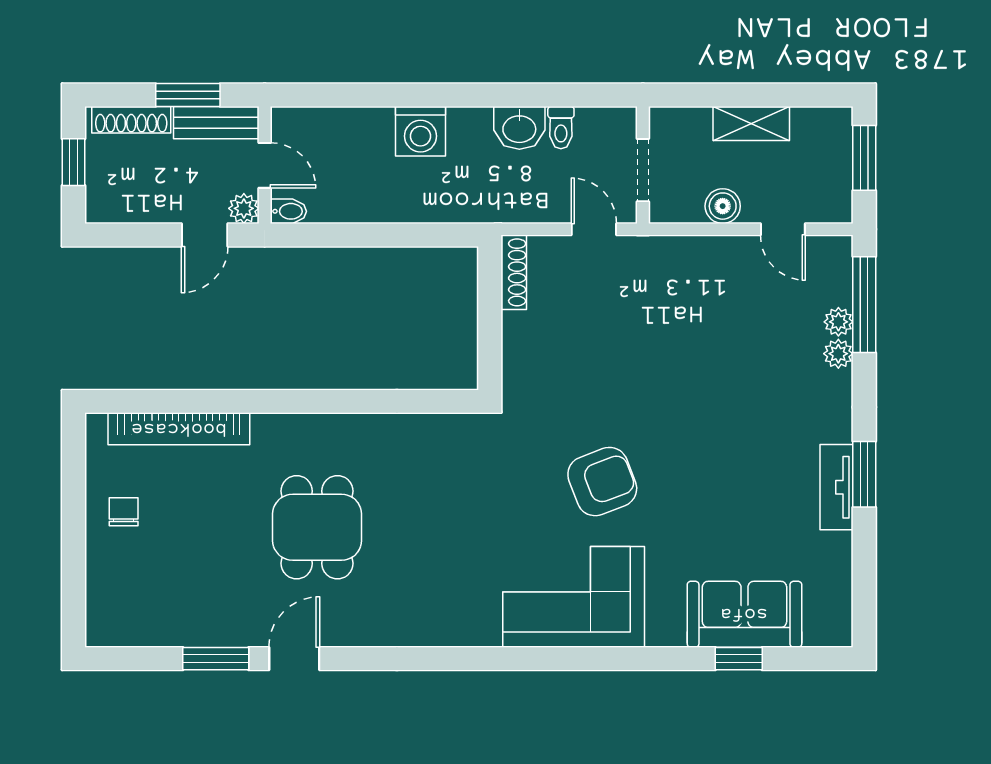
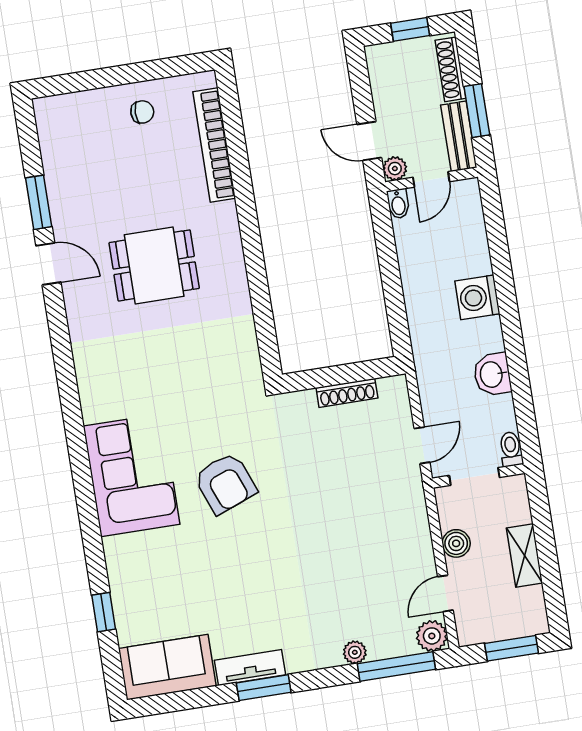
toilet: (561, 128) -> (511, 449), moved, turned 90
shoe rack: (514, 272) -> (347, 393), moved
plant: (838, 322) -> (432, 636), moved, width x1.38, depth x1.38
sofa: (744, 614) -> (167, 667), moved, turned -90

